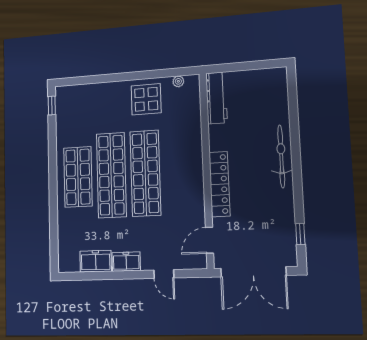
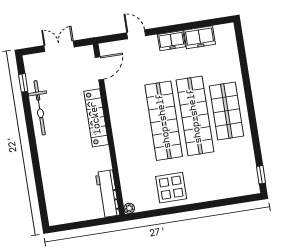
plant: (178, 81) -> (129, 208), moved
bicycle: (281, 156) -> (40, 108), moved
double door: (253, 272) -> (59, 46), width x0.54

